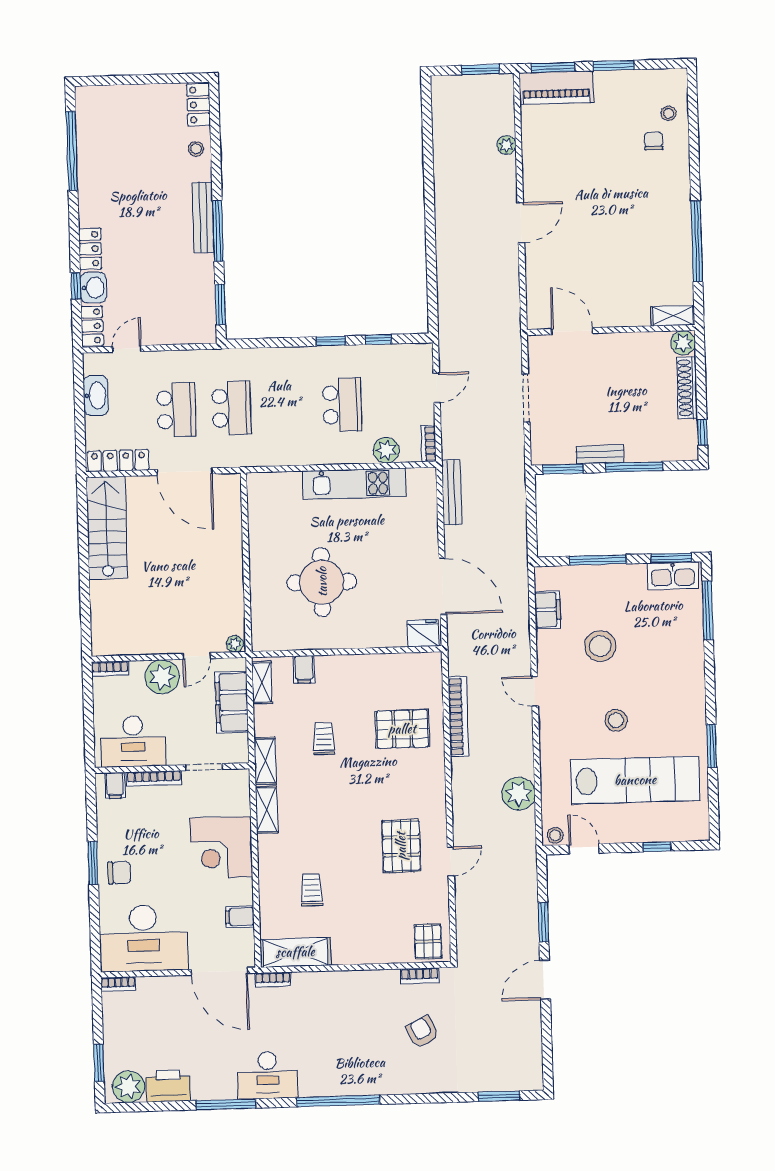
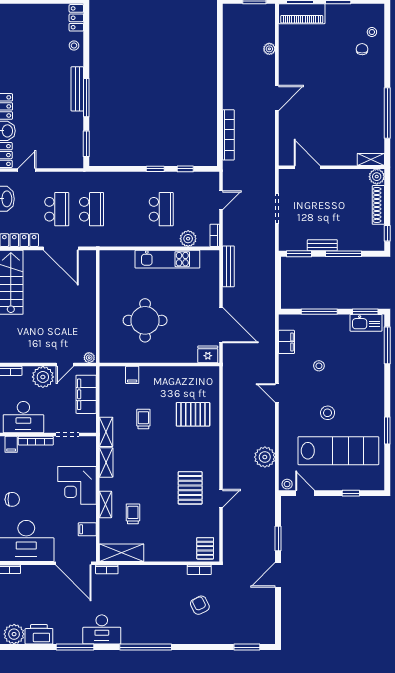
stool: (600, 646) -> (319, 366), width x0.53, depth x0.53
shelving: (262, 683) -> (105, 504), moved
bookcase: (458, 717) -> (228, 135), moved

